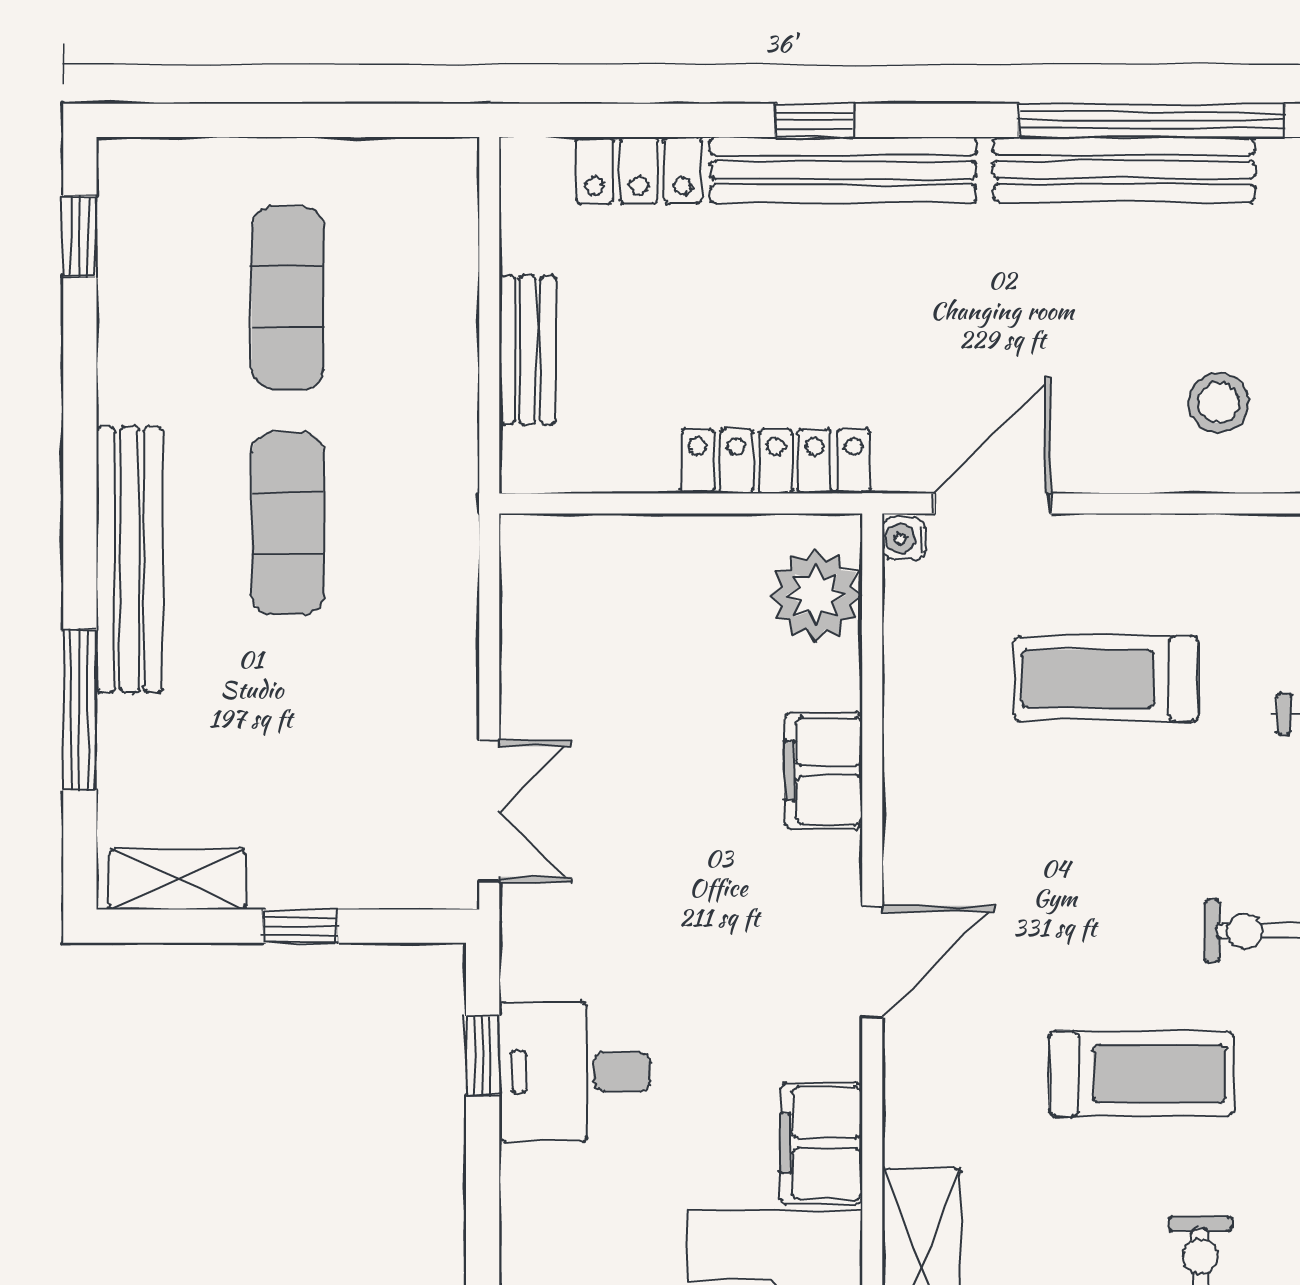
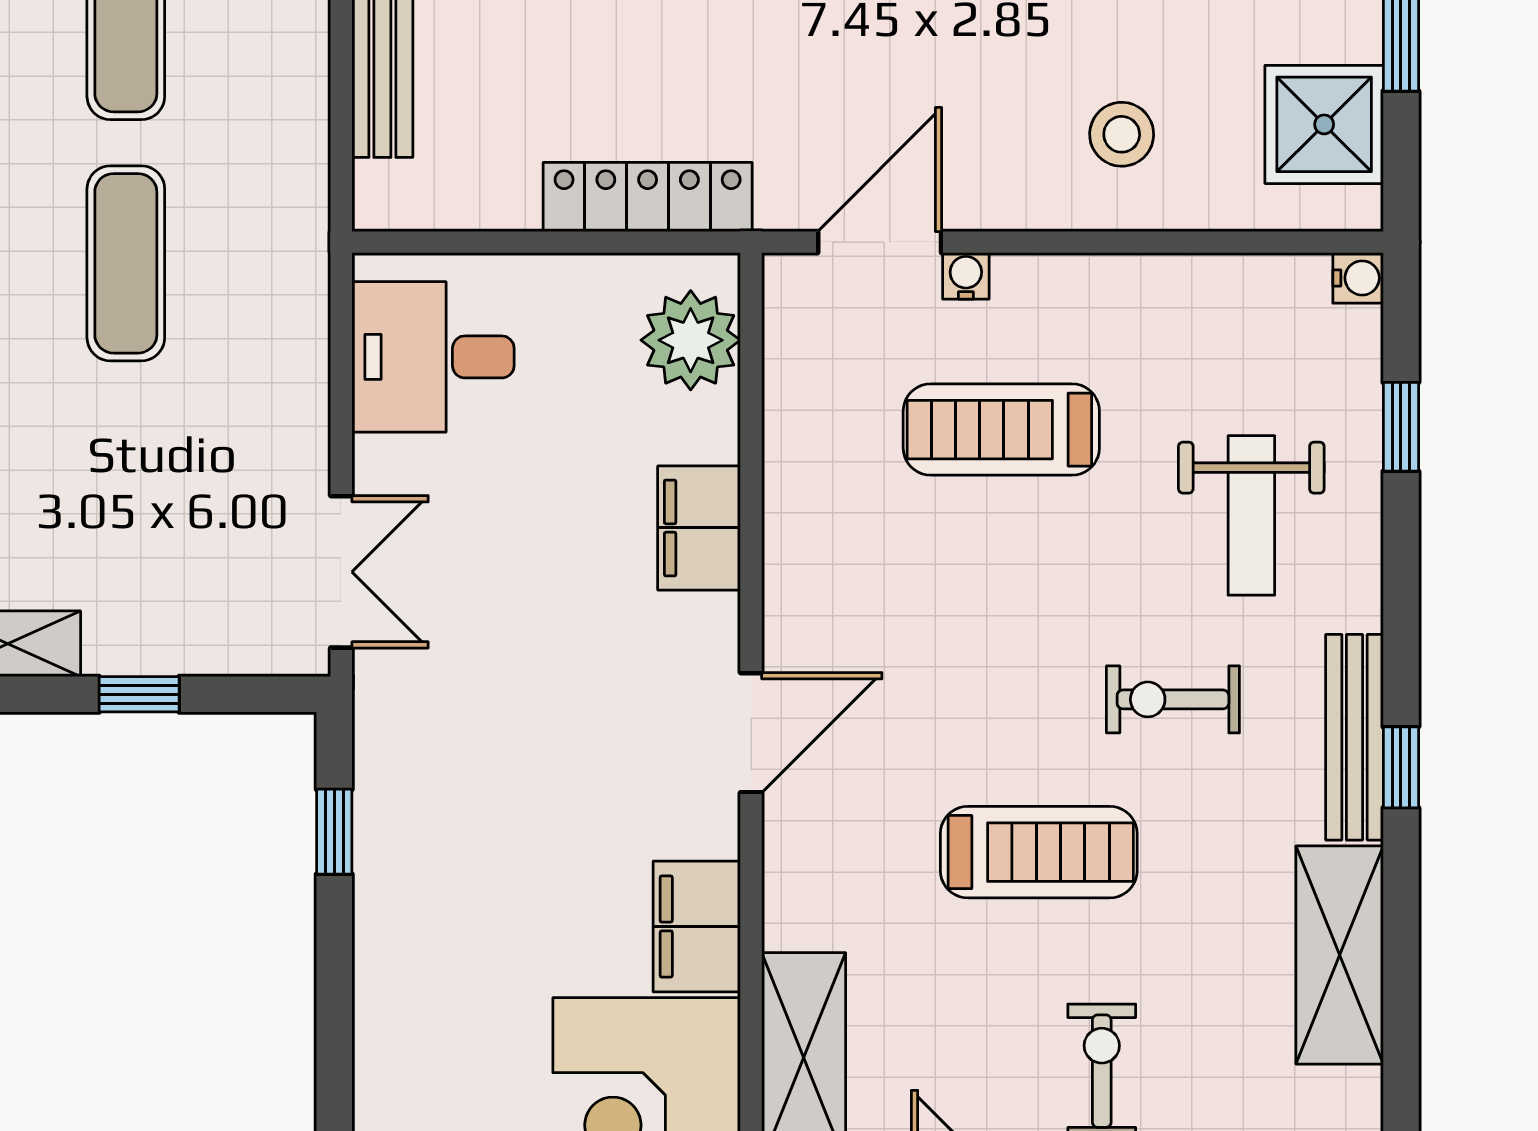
water cooler: (904, 539) -> (966, 276), moved, turned 90
desk: (575, 1072) -> (433, 357), moved

